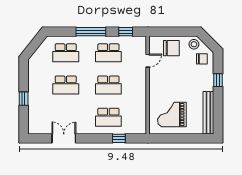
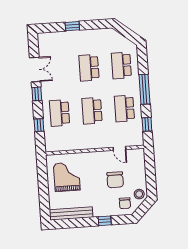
chair: (171, 48) -> (115, 180), moved
window: (88, 138) -> (37, 94), added

